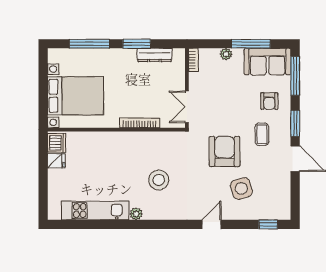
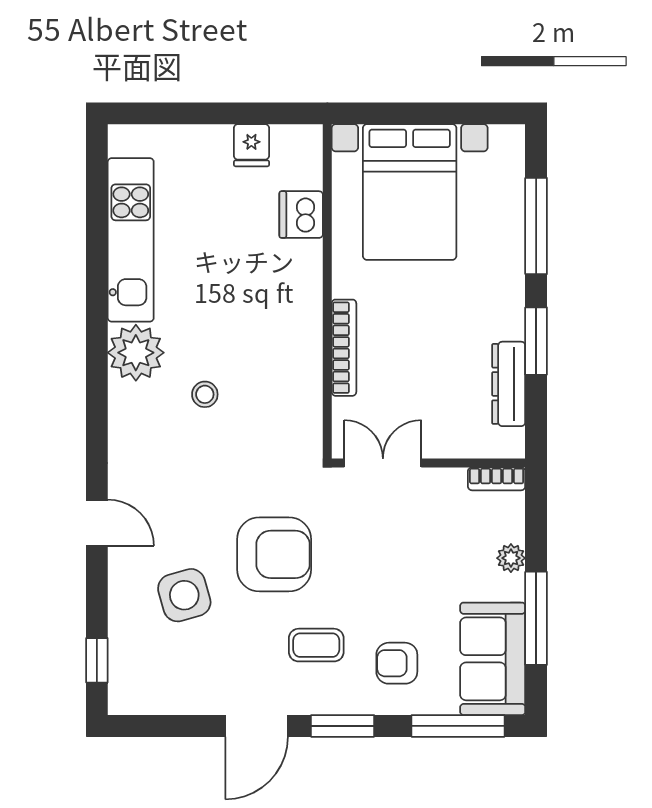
dishwasher: (57, 143) -> (301, 215), moved, turned 90
stool: (159, 180) -> (205, 394), width x0.53, depth x0.53
plant: (136, 214) -> (136, 353), width x1.87, depth x1.87

